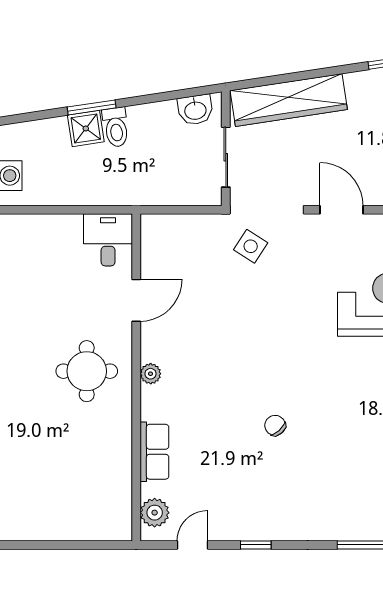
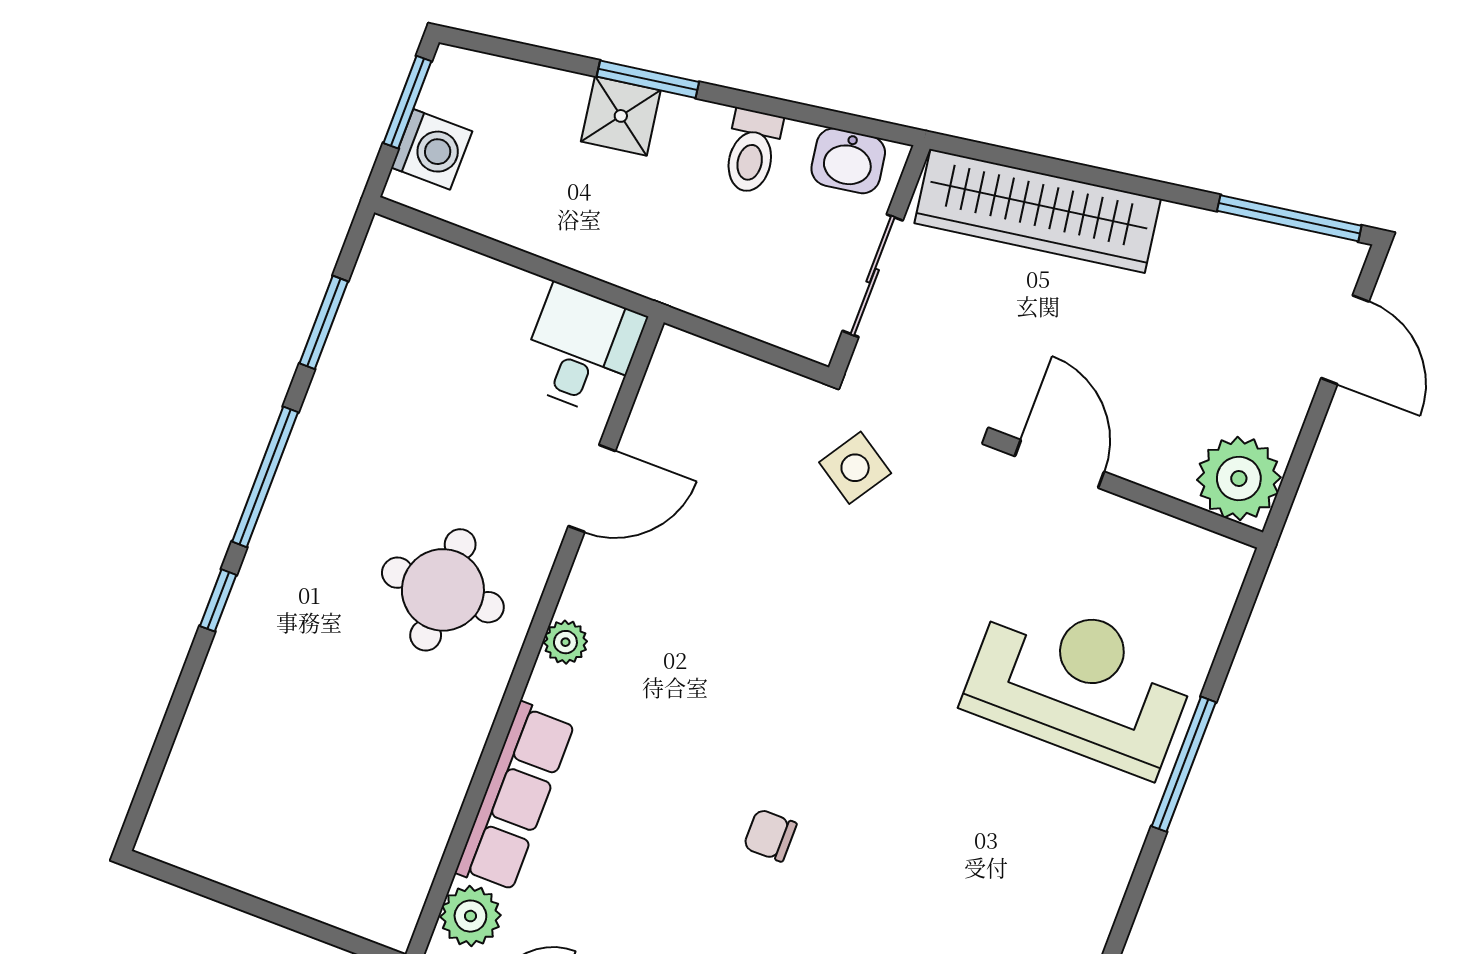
toilet: (116, 127) -> (752, 151), moved
chair: (275, 425) -> (770, 835), turned -48
row of seats: (154, 452) -> (515, 797), width x1.48

